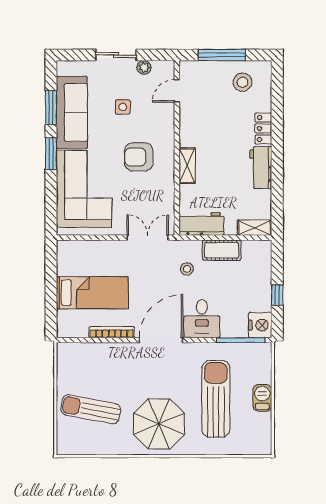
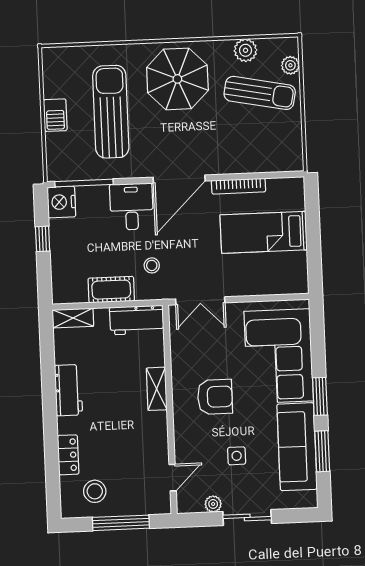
locker: (263, 128) -> (68, 455), moved
sun lounger: (216, 399) -> (111, 112), turned 180
plant: (64, 431) -> (290, 65), added
plant: (101, 445) -> (246, 50), added

